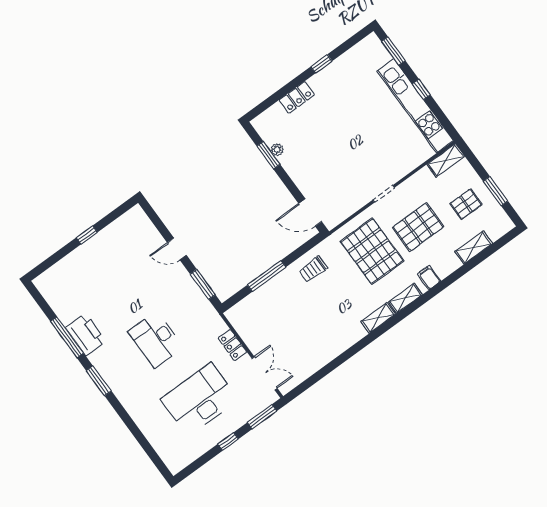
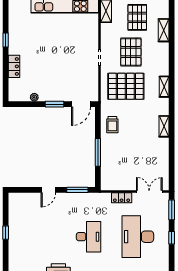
window: (268, 155) -> (54, 104), moved
pallet: (466, 204) -> (137, 17), width x1.50, depth x1.42
filing cabinet: (429, 277) -> (162, 66), removed
shelving: (378, 318) -> (164, 126), moved
desk: (156, 339) -> (89, 237), turned -90

